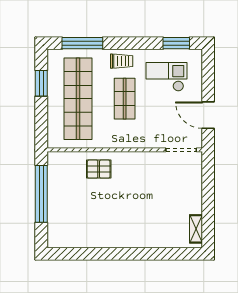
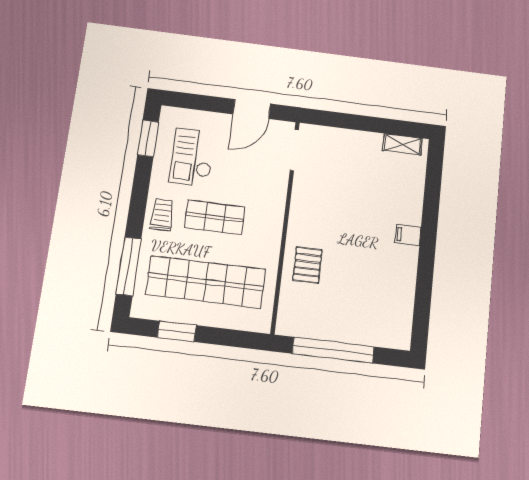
filing cabinet: (129, 239) -> (408, 235), added

